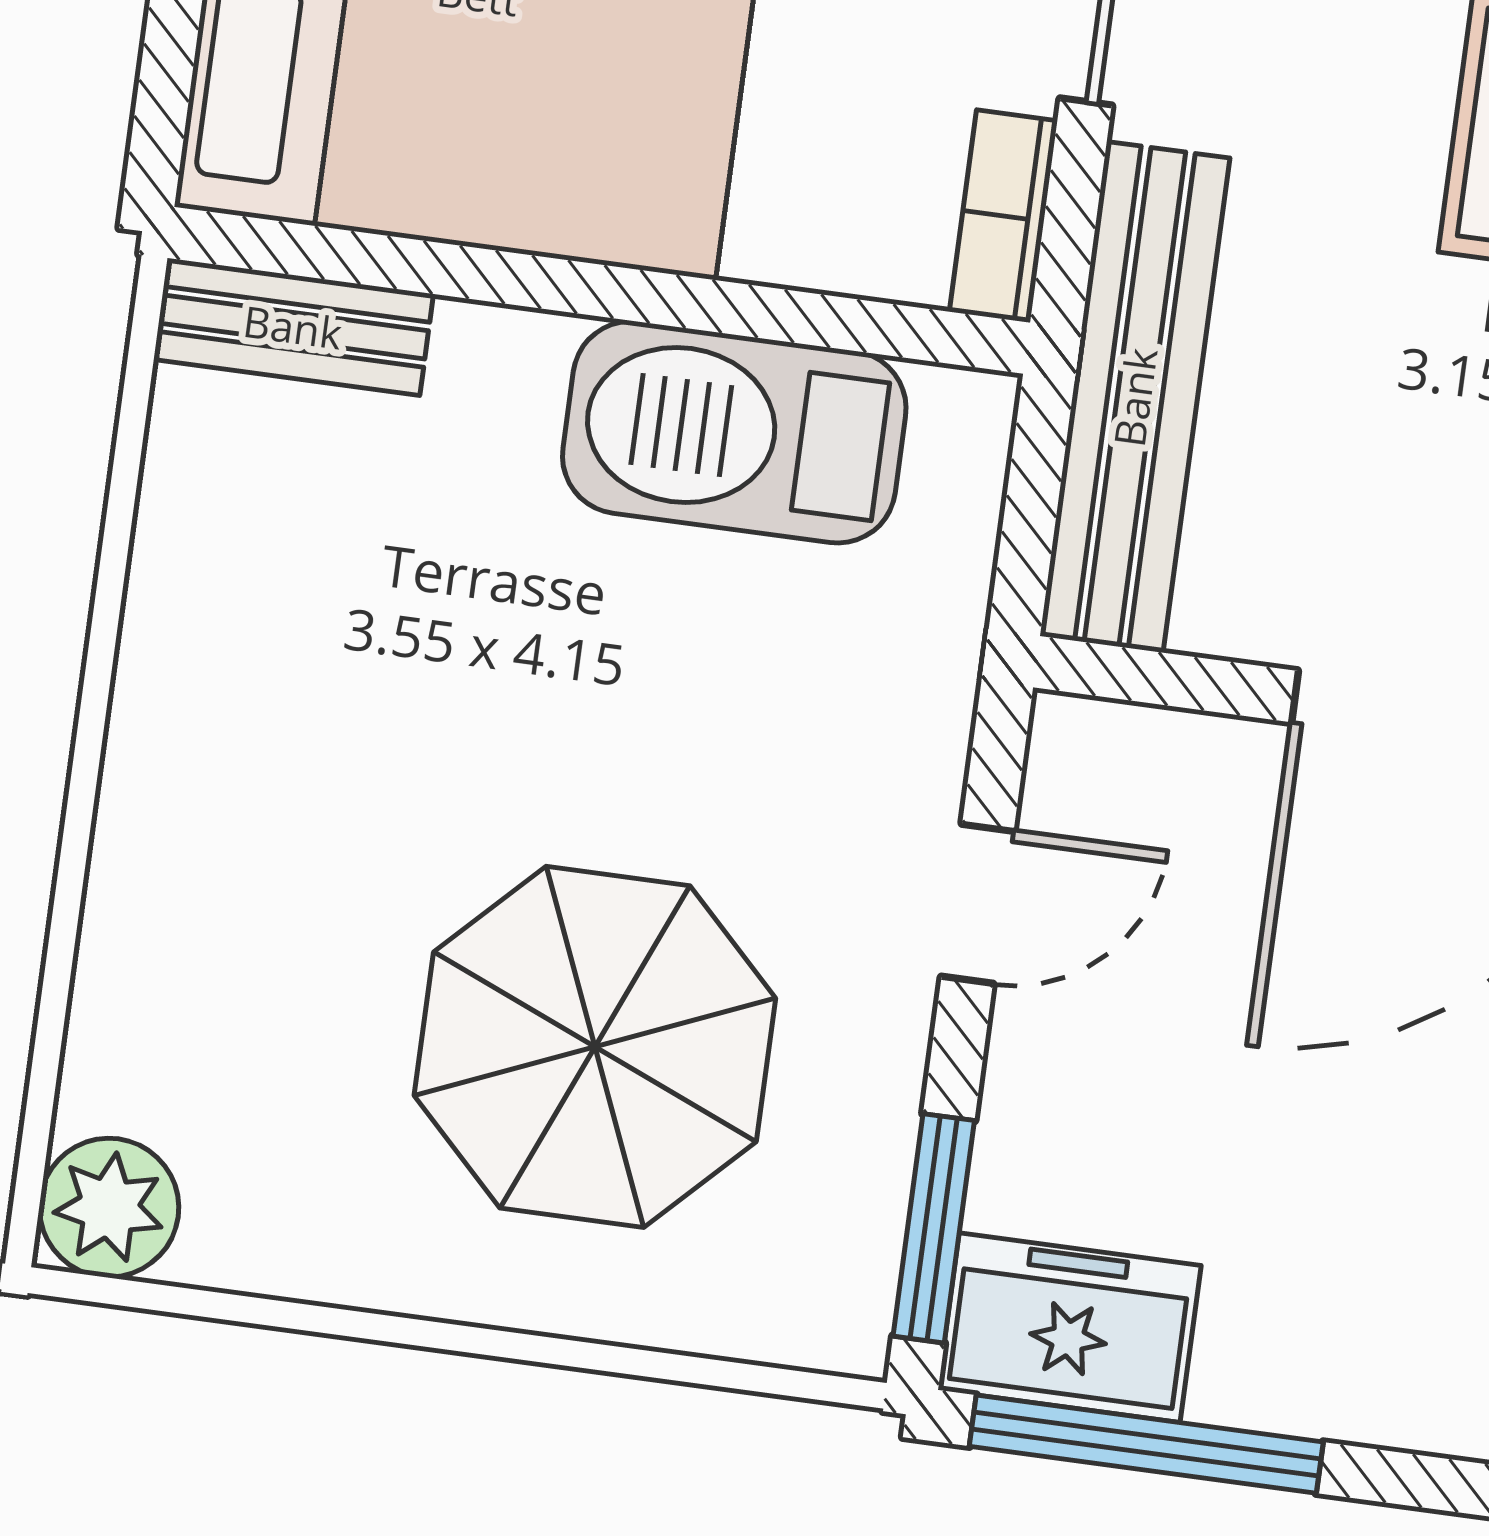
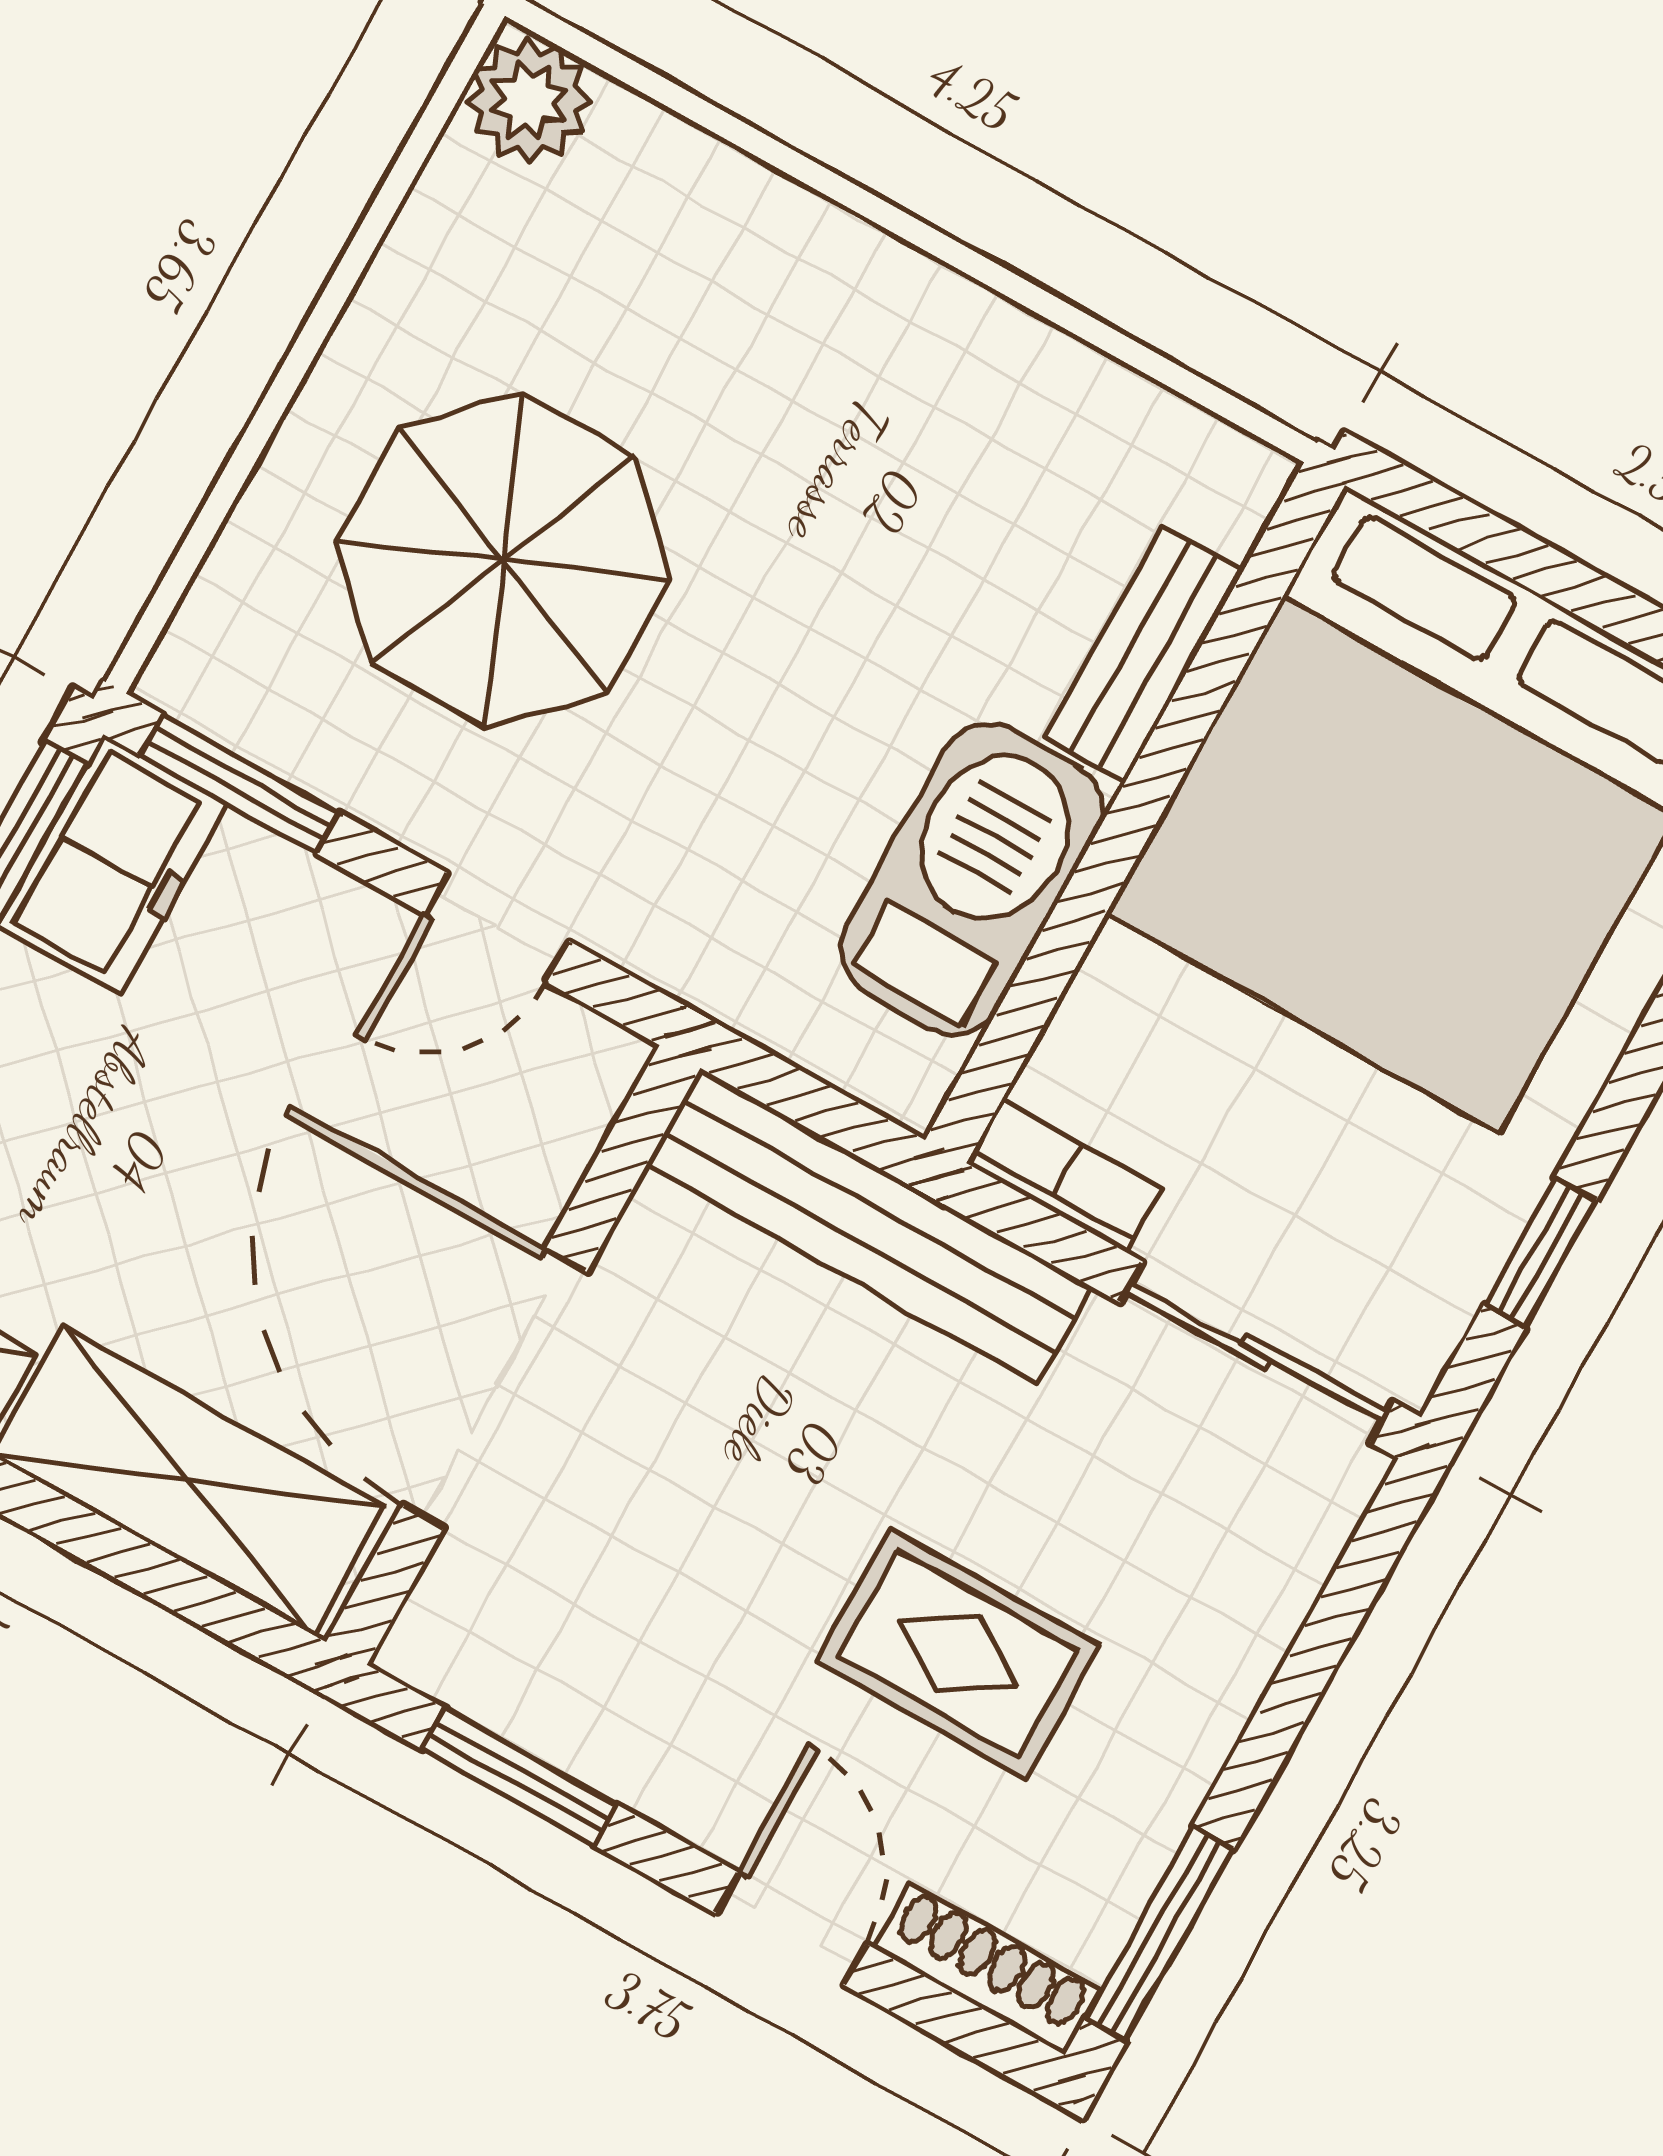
bench: (293, 327) -> (1144, 654), moved
door: (978, 904) -> (497, 928), hinge flipped

